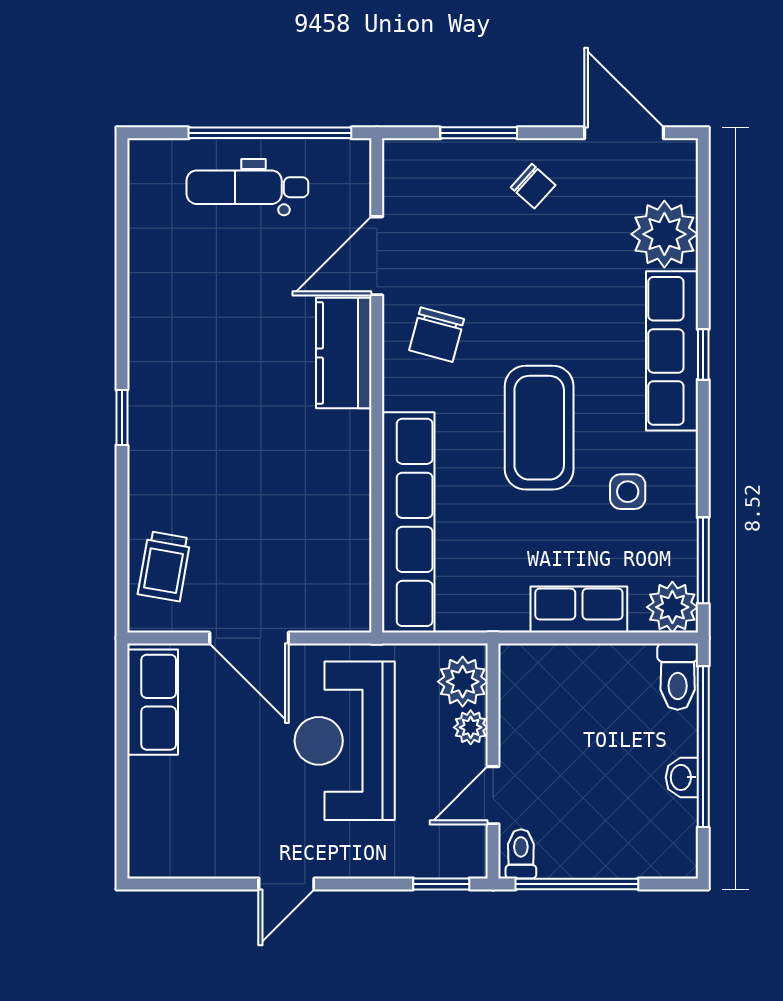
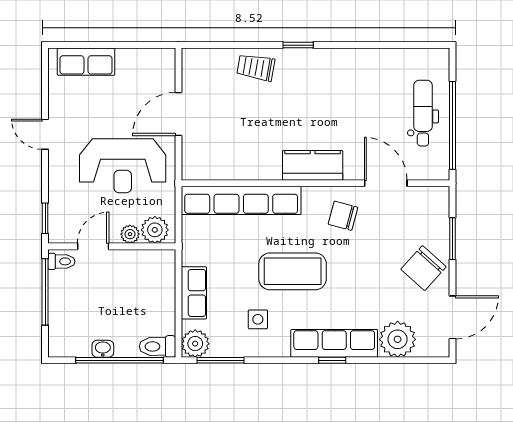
chair: (533, 186) -> (424, 268), width x1.87, depth x1.87
kitchen counter: (344, 353) -> (313, 165), moved
trolley: (164, 566) -> (256, 67), moved
row of seats: (153, 702) -> (86, 62), moved
reception desk: (345, 741) -> (123, 166), turned 180
door: (493, 795) -> (93, 246), hinge flipped

